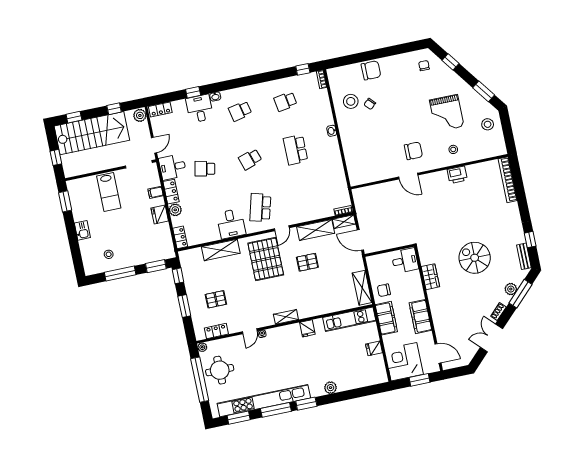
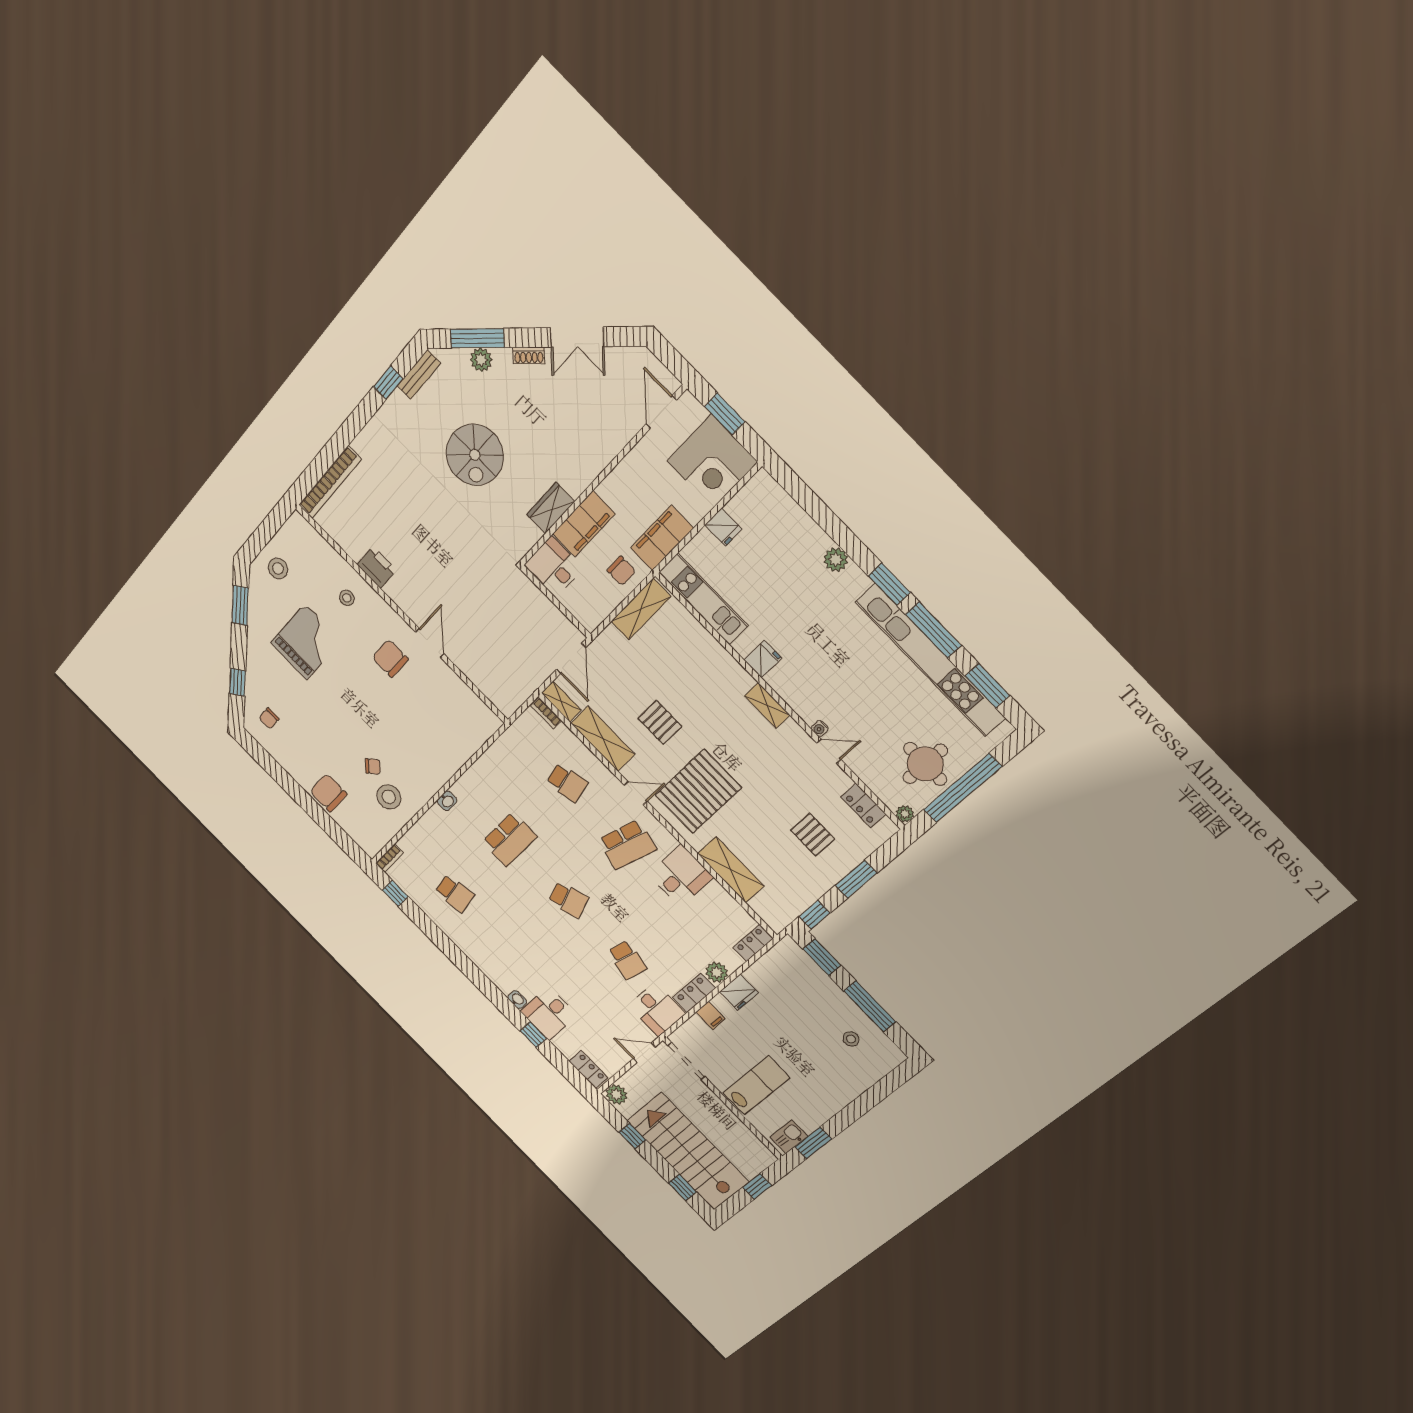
school desk: (240, 111) -> (567, 783), moved
kitchen sink: (82, 230) -> (789, 1137), moved
filing cabinet: (420, 317) -> (584, 524), moved

